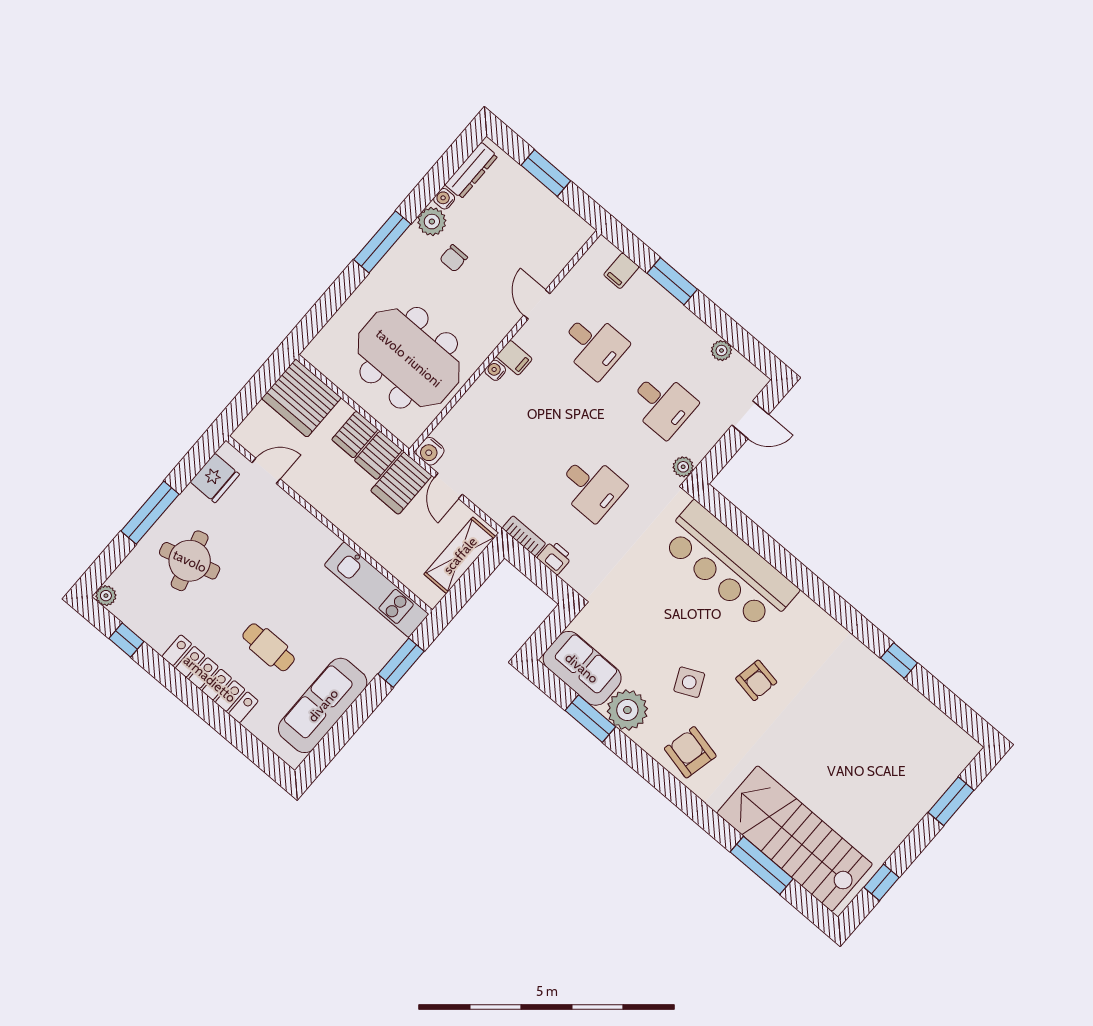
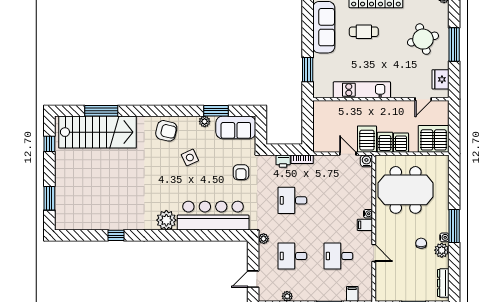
water cooler: (444, 199) -> (444, 237), moved
shelving: (460, 555) -> (320, 131), removed
kitchen unit: (377, 590) -> (362, 90), moved
plant: (804, 619) -> (166, 220), added
armchair: (756, 680) -> (241, 172), moved, turned -100
plant: (627, 710) -> (205, 121), width x0.53, depth x0.53

